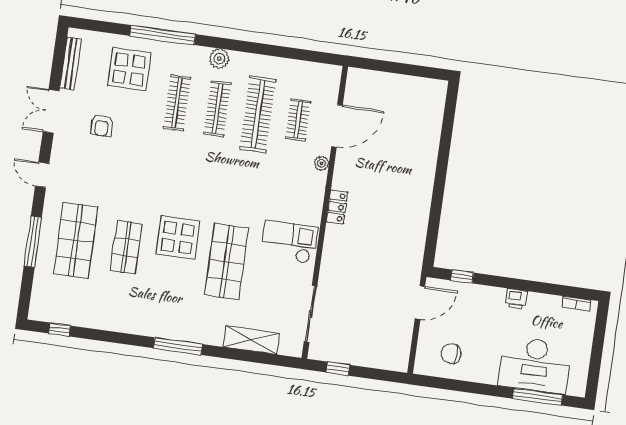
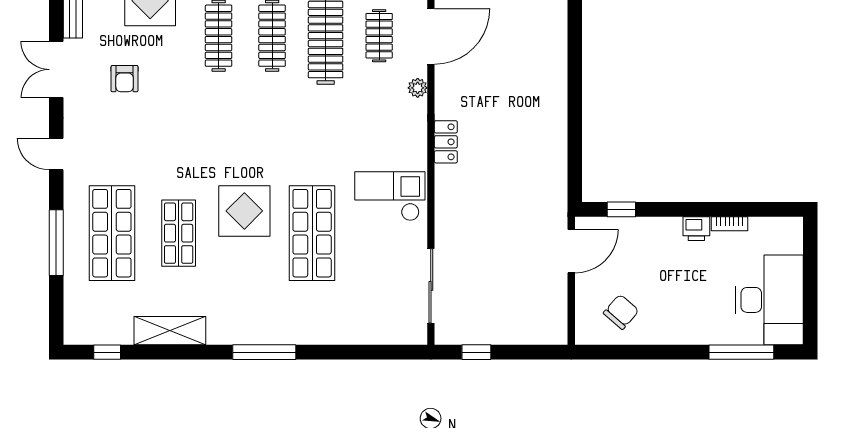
bookcase: (576, 303) -> (730, 224), moved
shelving: (251, 340) -> (170, 331), moved
chair: (451, 354) -> (621, 312), turned 131
desk: (535, 365) -> (769, 300), moved, turned -90

